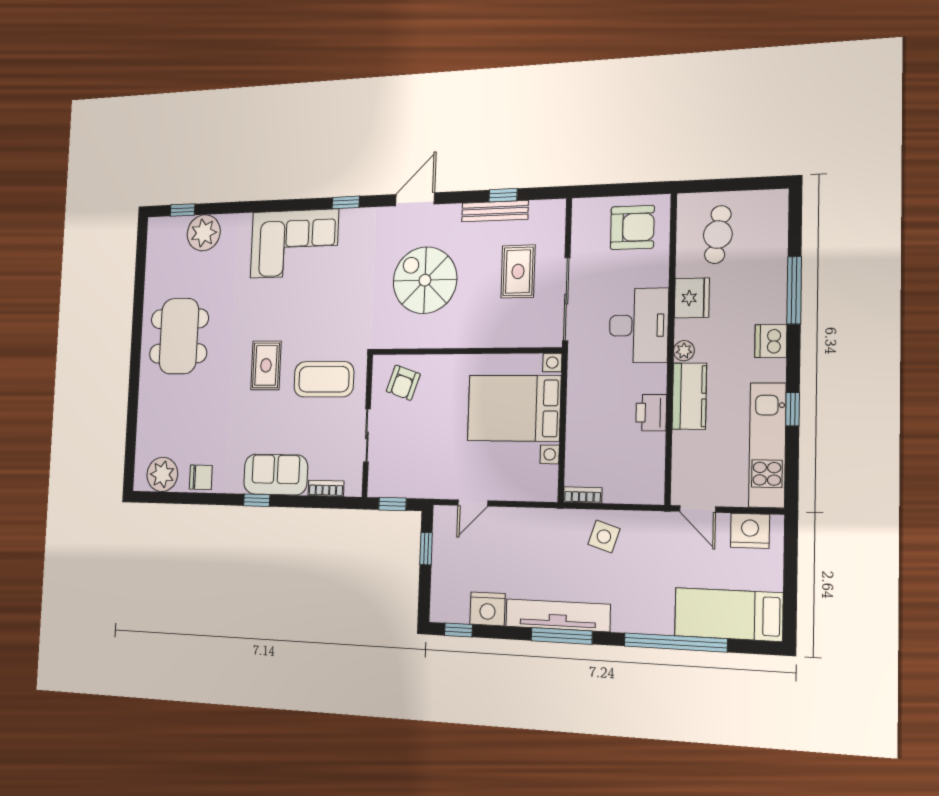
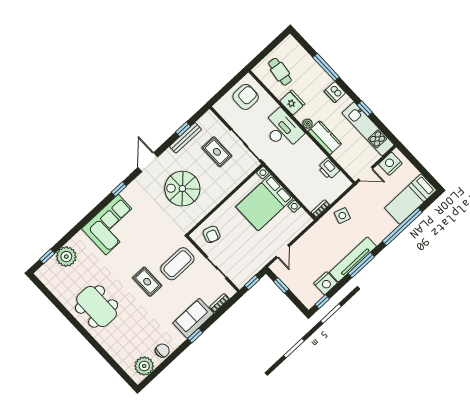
printer: (651, 413) -> (329, 169), moved

